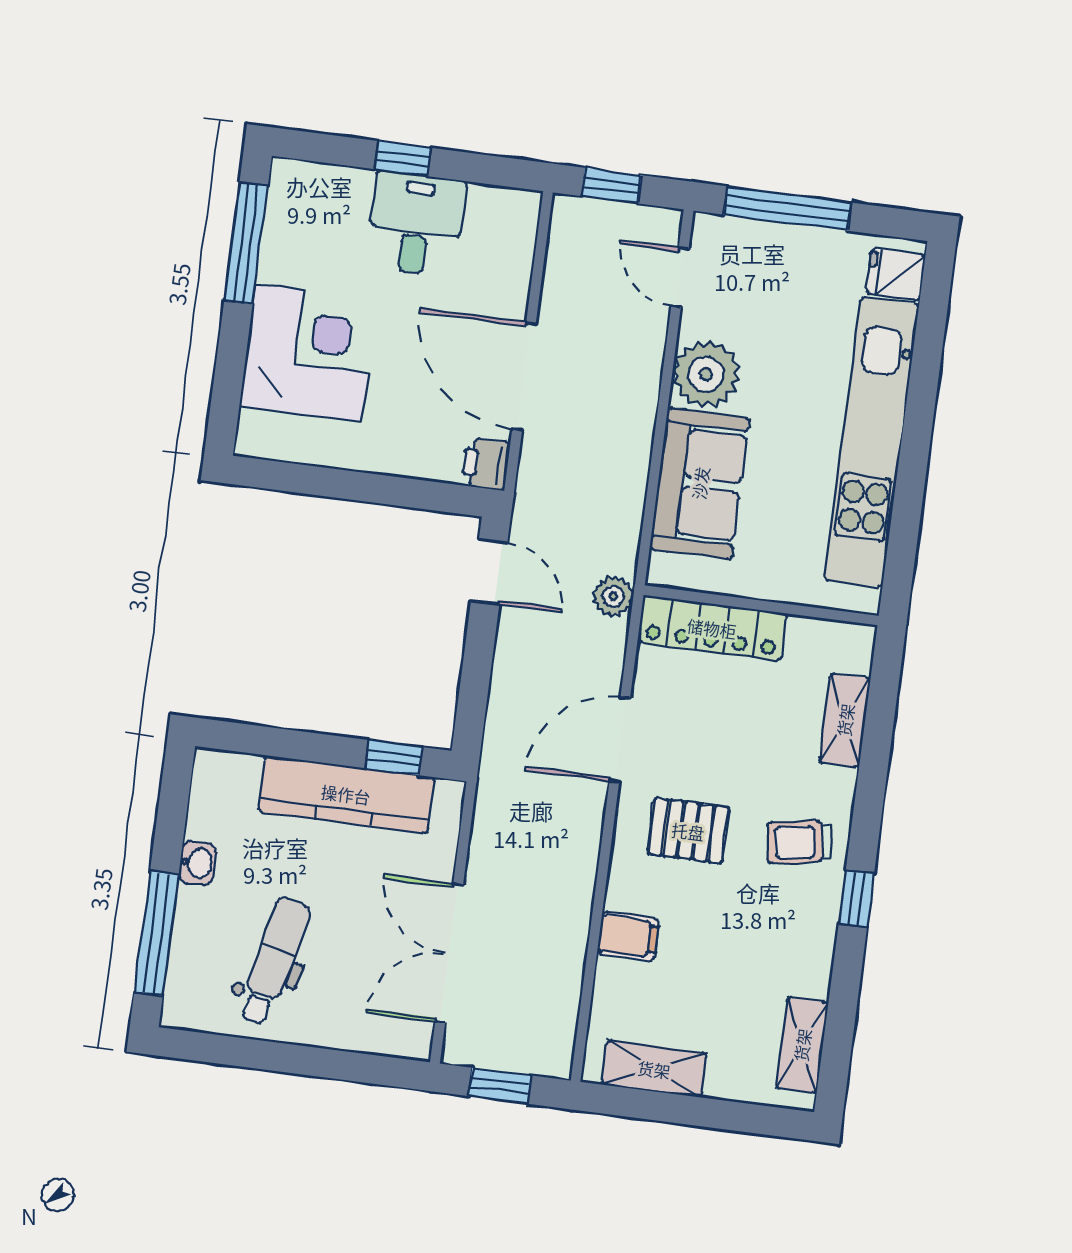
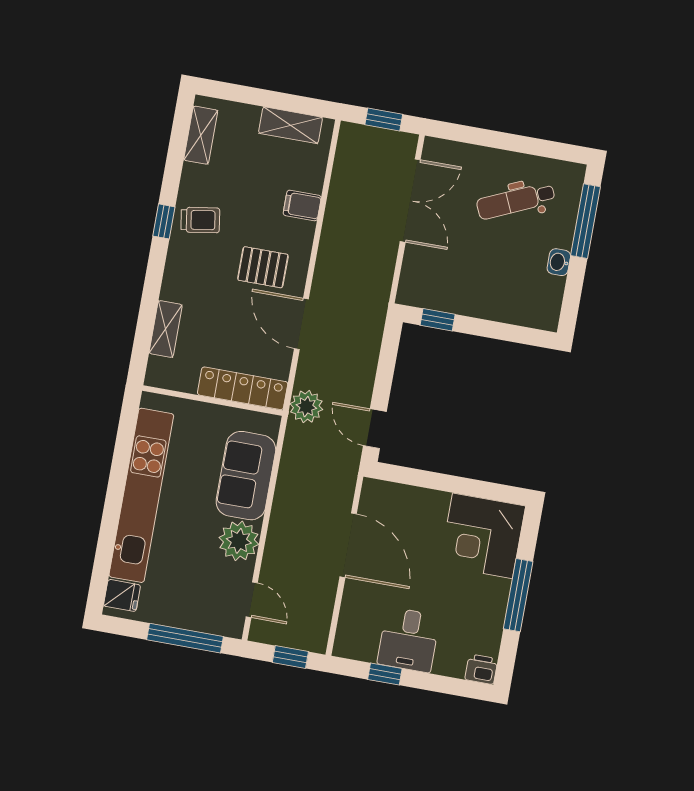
window: (403, 159) -> (385, 674), moved
window: (246, 243) -> (518, 595), moved
corner desk: (308, 353) -> (483, 536), moved
printer: (486, 464) -> (481, 669), moved, turned -90
plant: (613, 596) -> (306, 407), width x1.38, depth x1.38
door: (620, 740) -> (301, 324), swing flipped
kitchen counter: (346, 794) -> (467, 299), removed
trolley: (799, 842) -> (200, 220), moved
dental chair: (274, 961) -> (516, 201), turned 53

